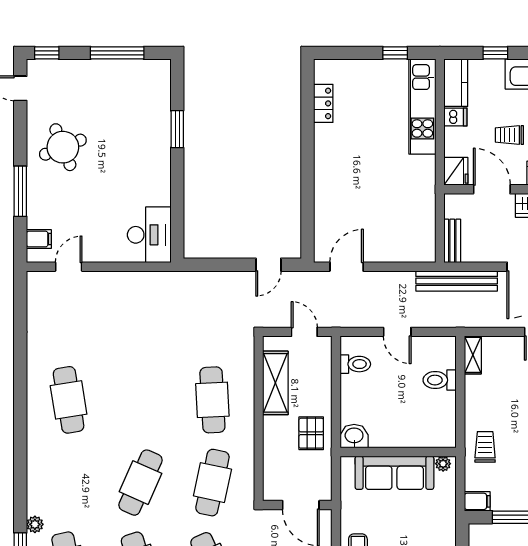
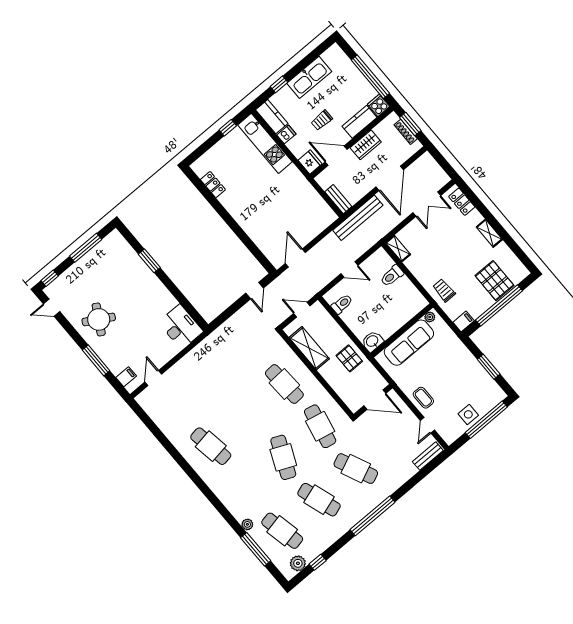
round table: (63, 147) -> (99, 319), turned -38

